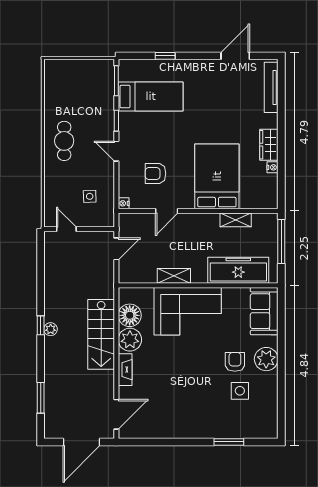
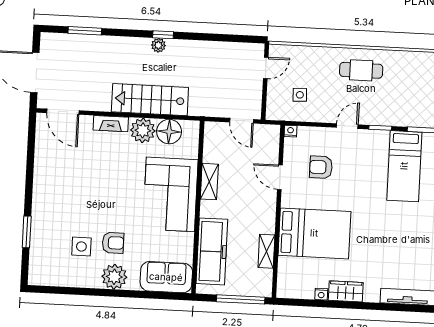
armchair: (155, 173) -> (321, 167), turned -90

